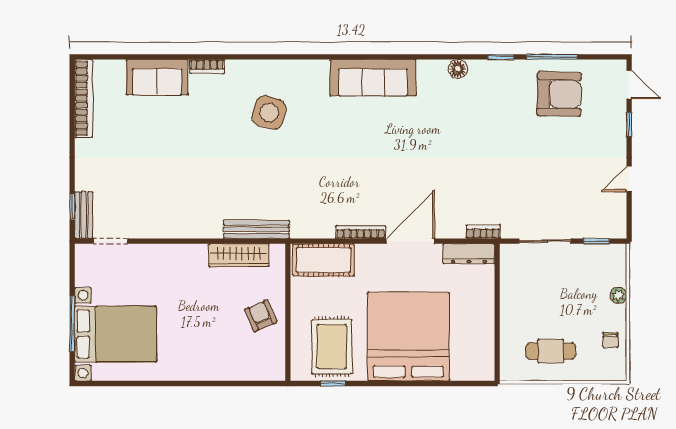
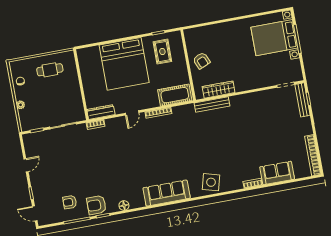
armchair: (510, 79) -> (96, 205), added
armchair: (559, 94) -> (70, 202), width x0.53, depth x0.53
side table: (269, 113) -> (211, 182), moved
bench: (84, 215) -> (302, 100), width x1.36
door: (410, 241) -> (132, 113), width x0.53
rug: (332, 347) -> (162, 52), width x0.73, depth x0.70

